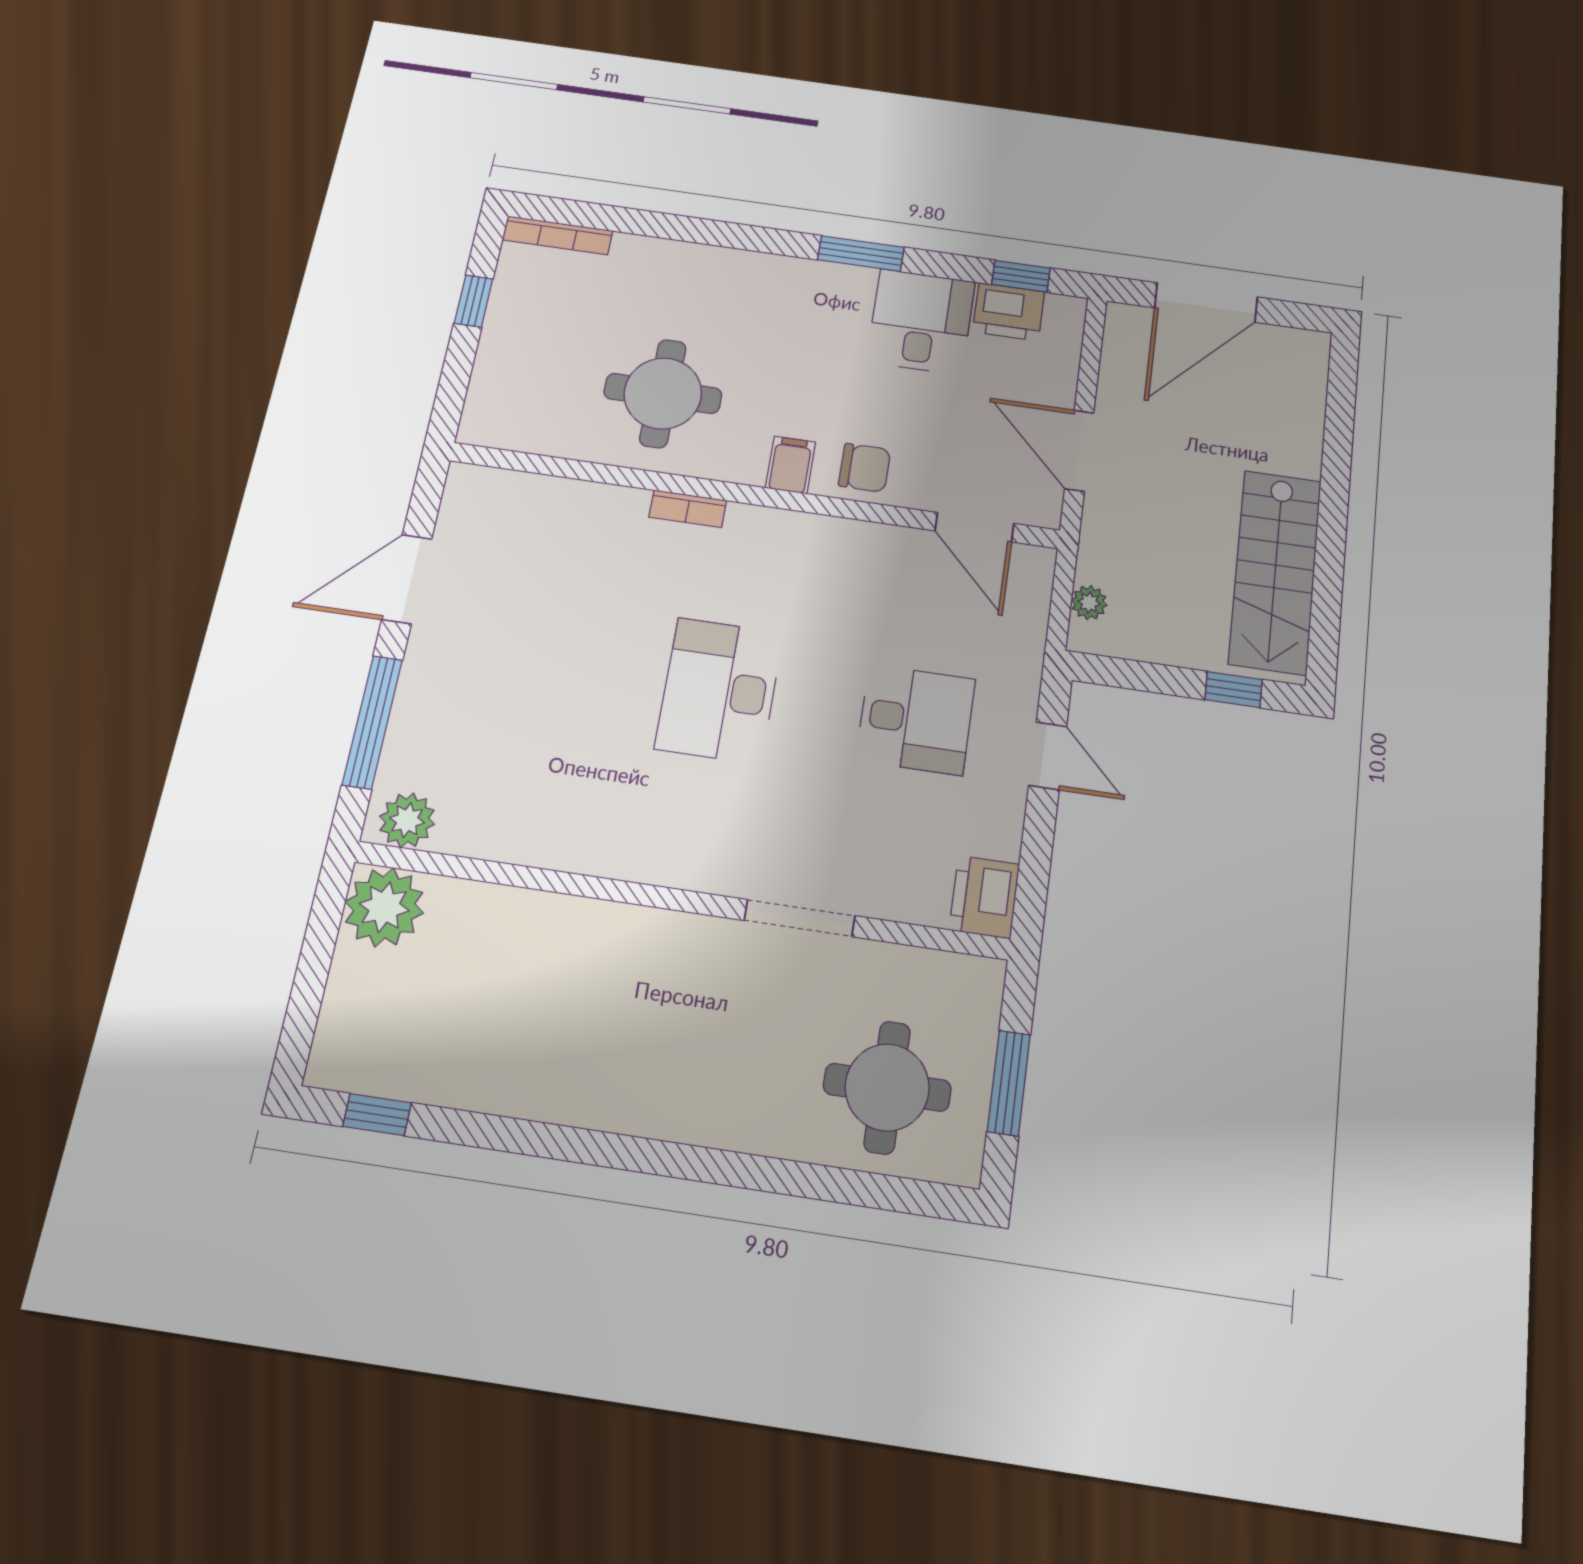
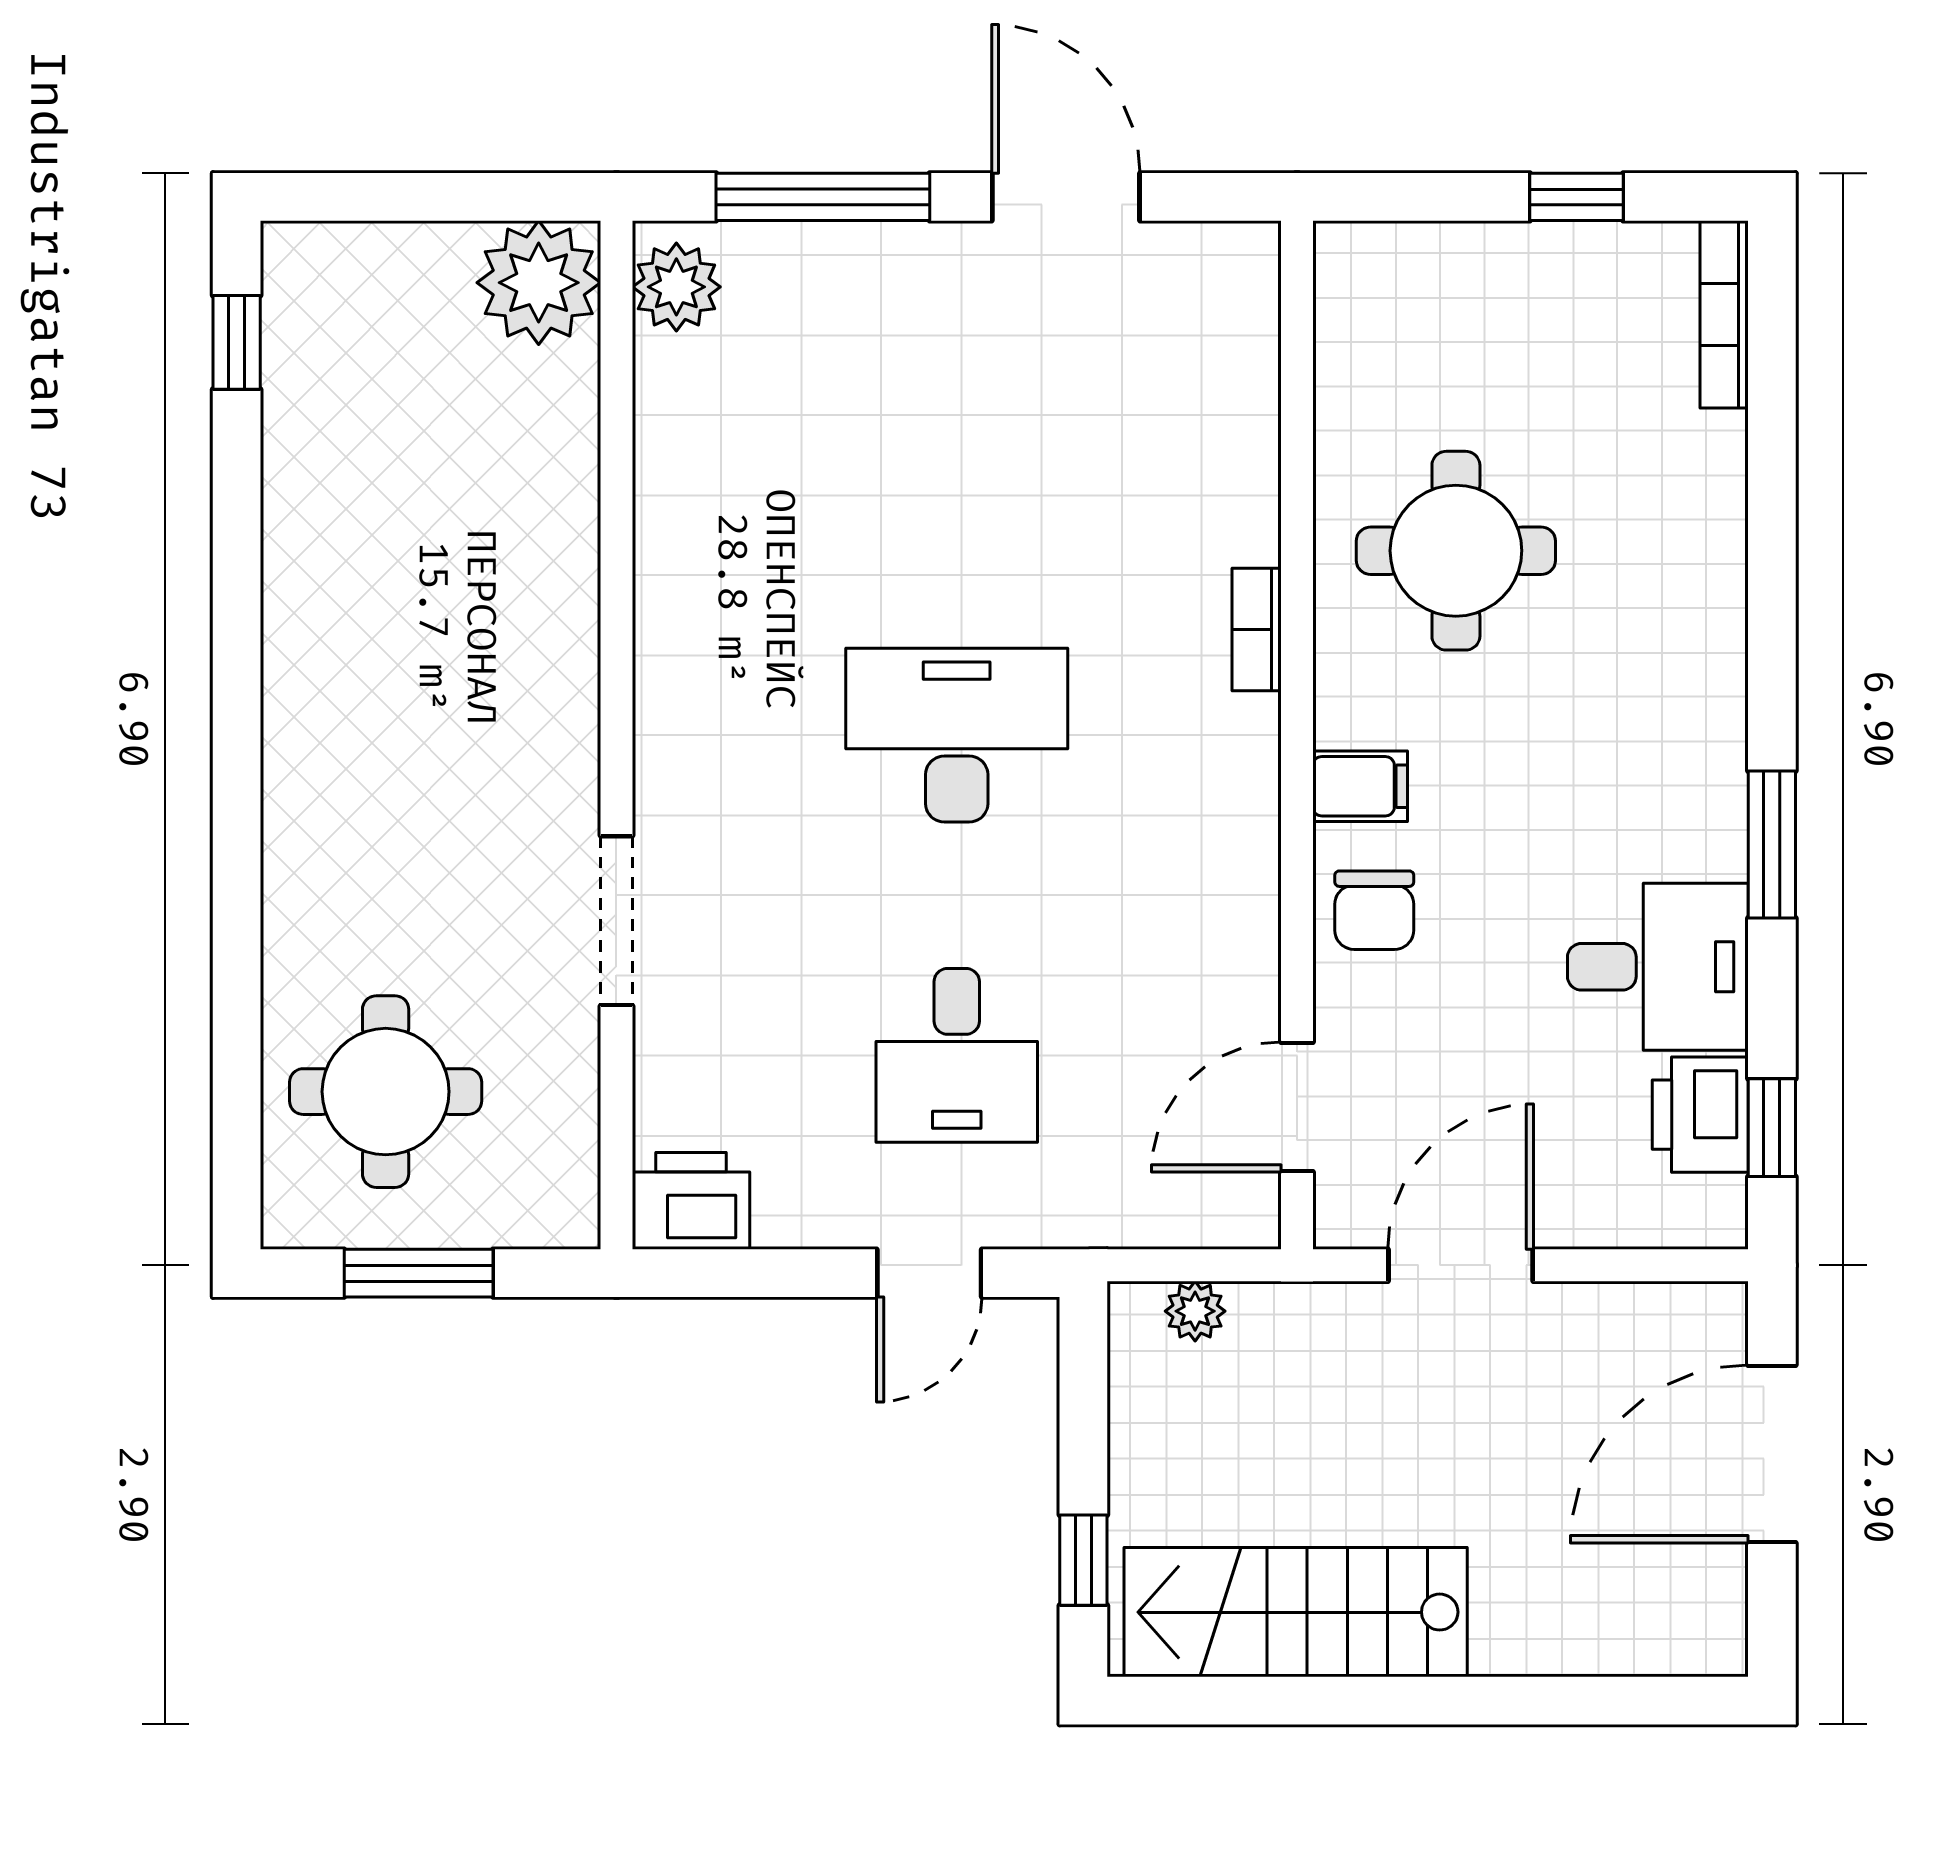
door: (1206, 302) -> (1772, 1454), hinge flipped

